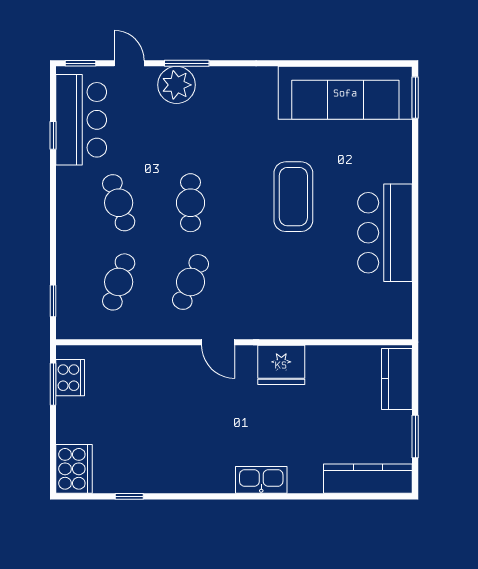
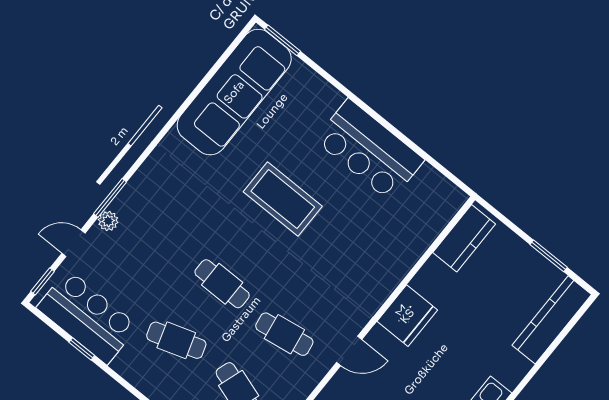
plant: (177, 85) -> (108, 221), width x0.53, depth x0.53
cafe table: (190, 282) -> (284, 334), turned -33
kitchen counter: (397, 379) -> (464, 238), moved, turned -90

